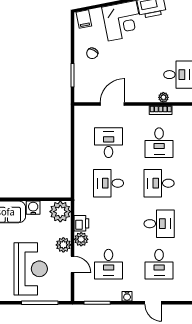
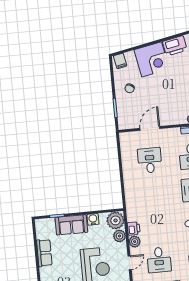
desk: (109, 183) -> (153, 194), removed
plant: (63, 245) -> (119, 236), moved
door: (73, 264) -> (130, 263), hinge flipped

